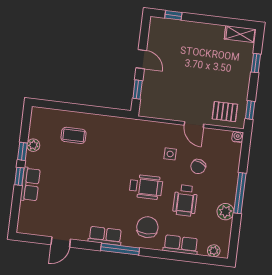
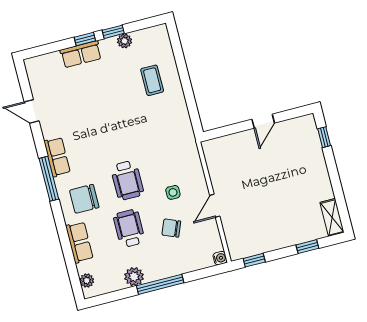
window: (138, 90) -> (229, 130), removed
pallet: (225, 112) -> (242, 234), removed
wheelchair: (185, 200) -> (129, 228), turned 90
chair: (147, 227) -> (84, 199), turned 180

